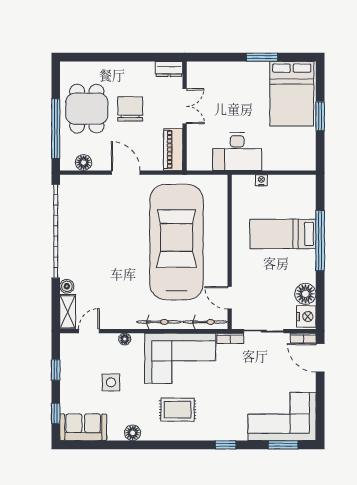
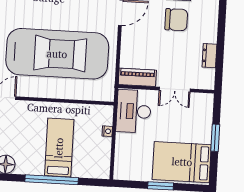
double door: (185, 106) -> (175, 89), moved
wall: (185, 116) -> (166, 89), moved
piano: (173, 150) -> (137, 77), moved

